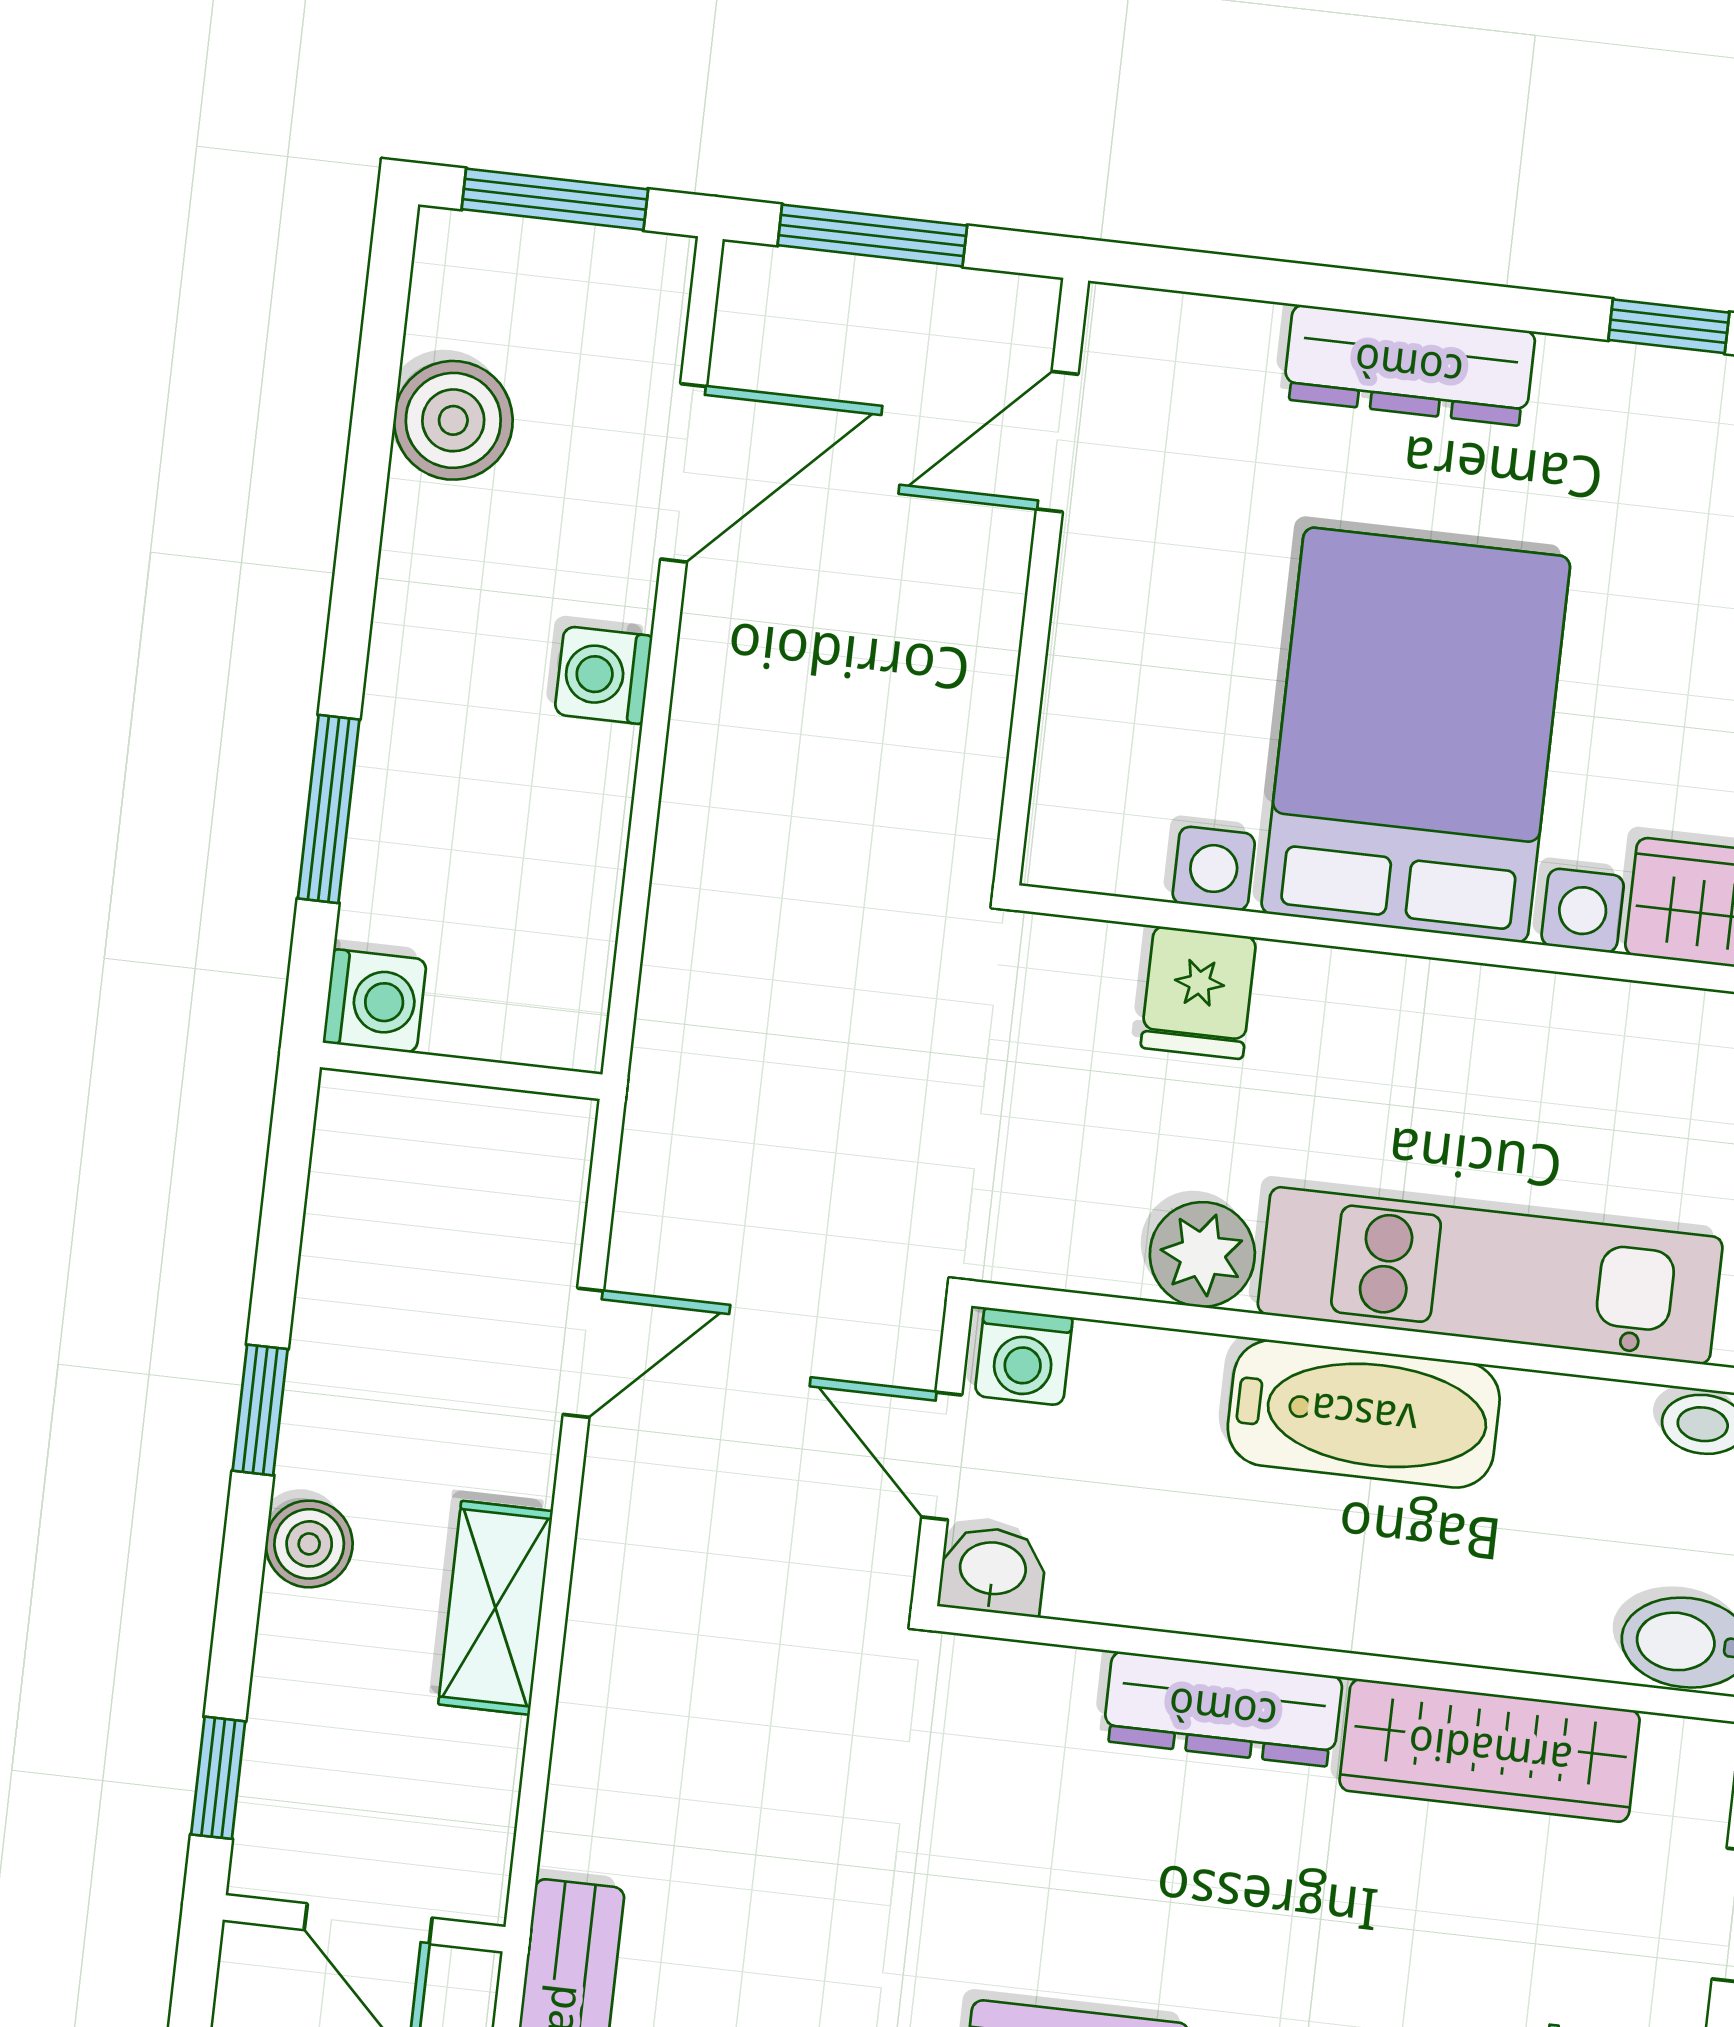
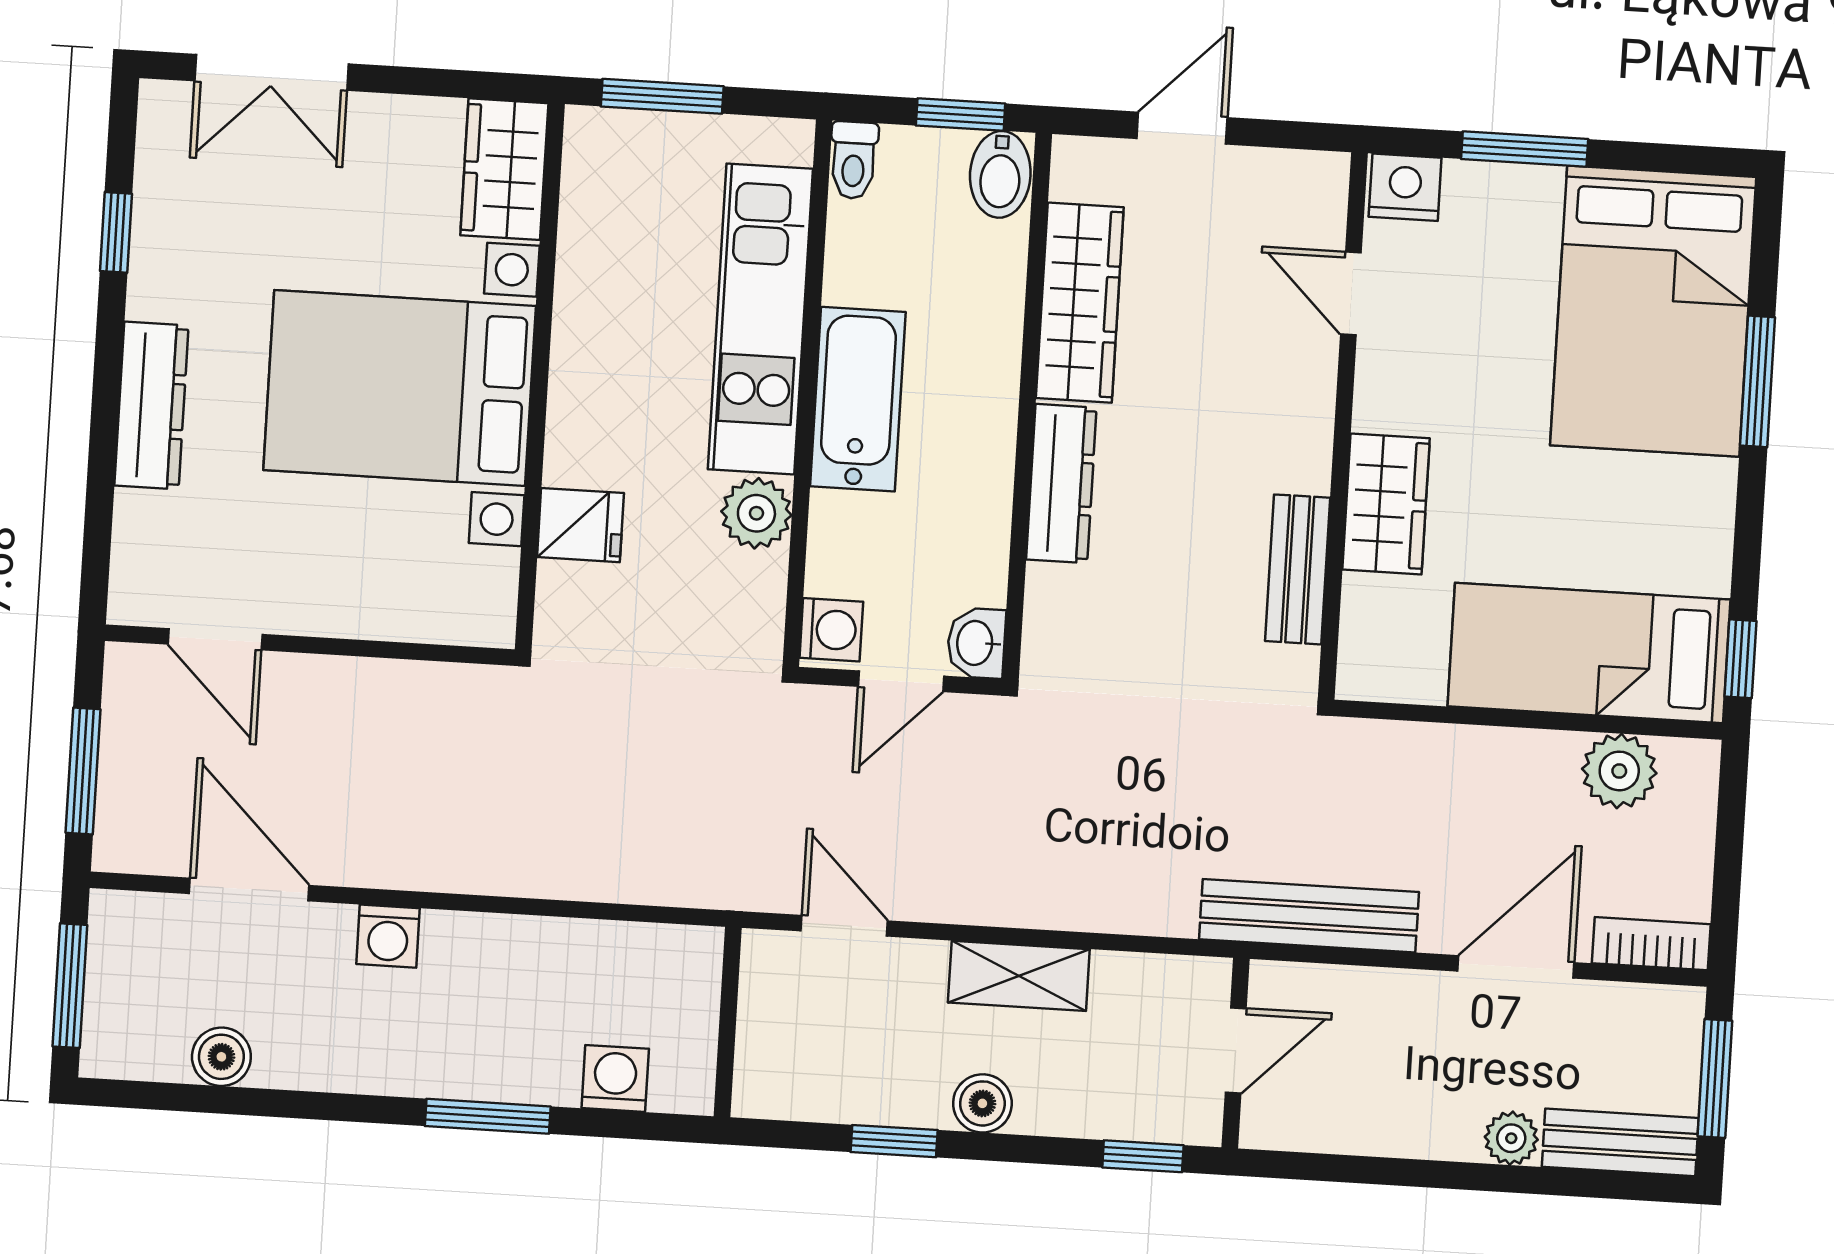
boiler: (453, 420) -> (221, 1057), width x0.73, depth x0.73
wall: (461, 1071) -> (728, 1022), moved

